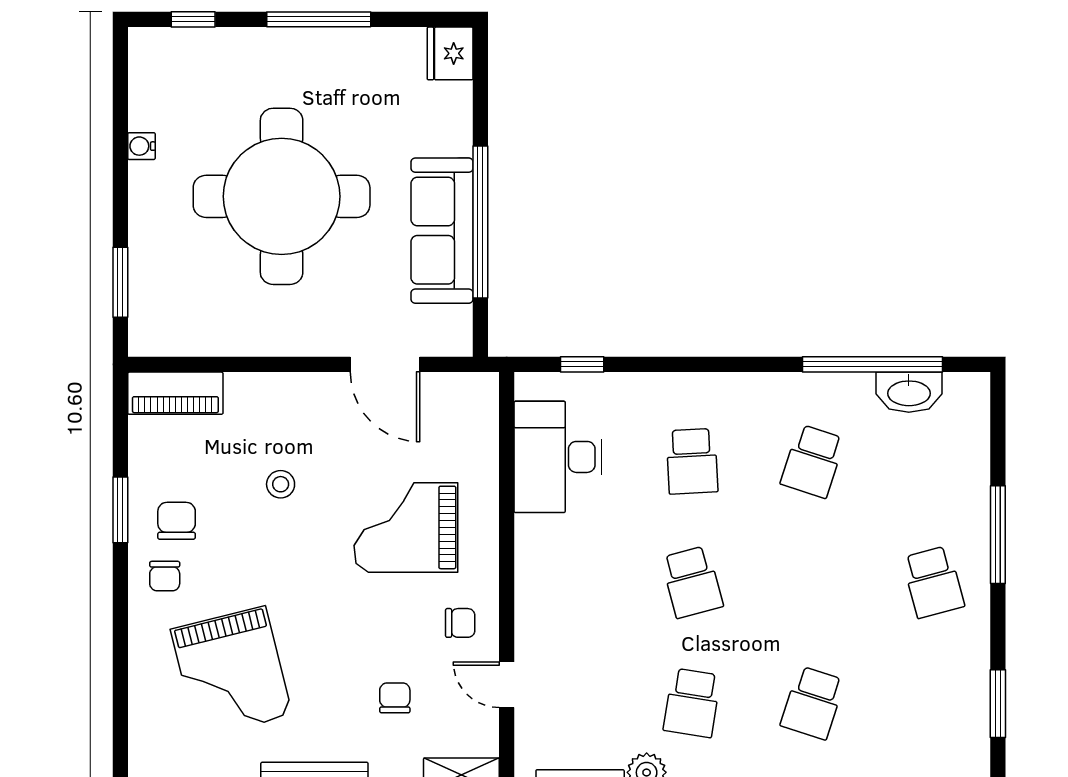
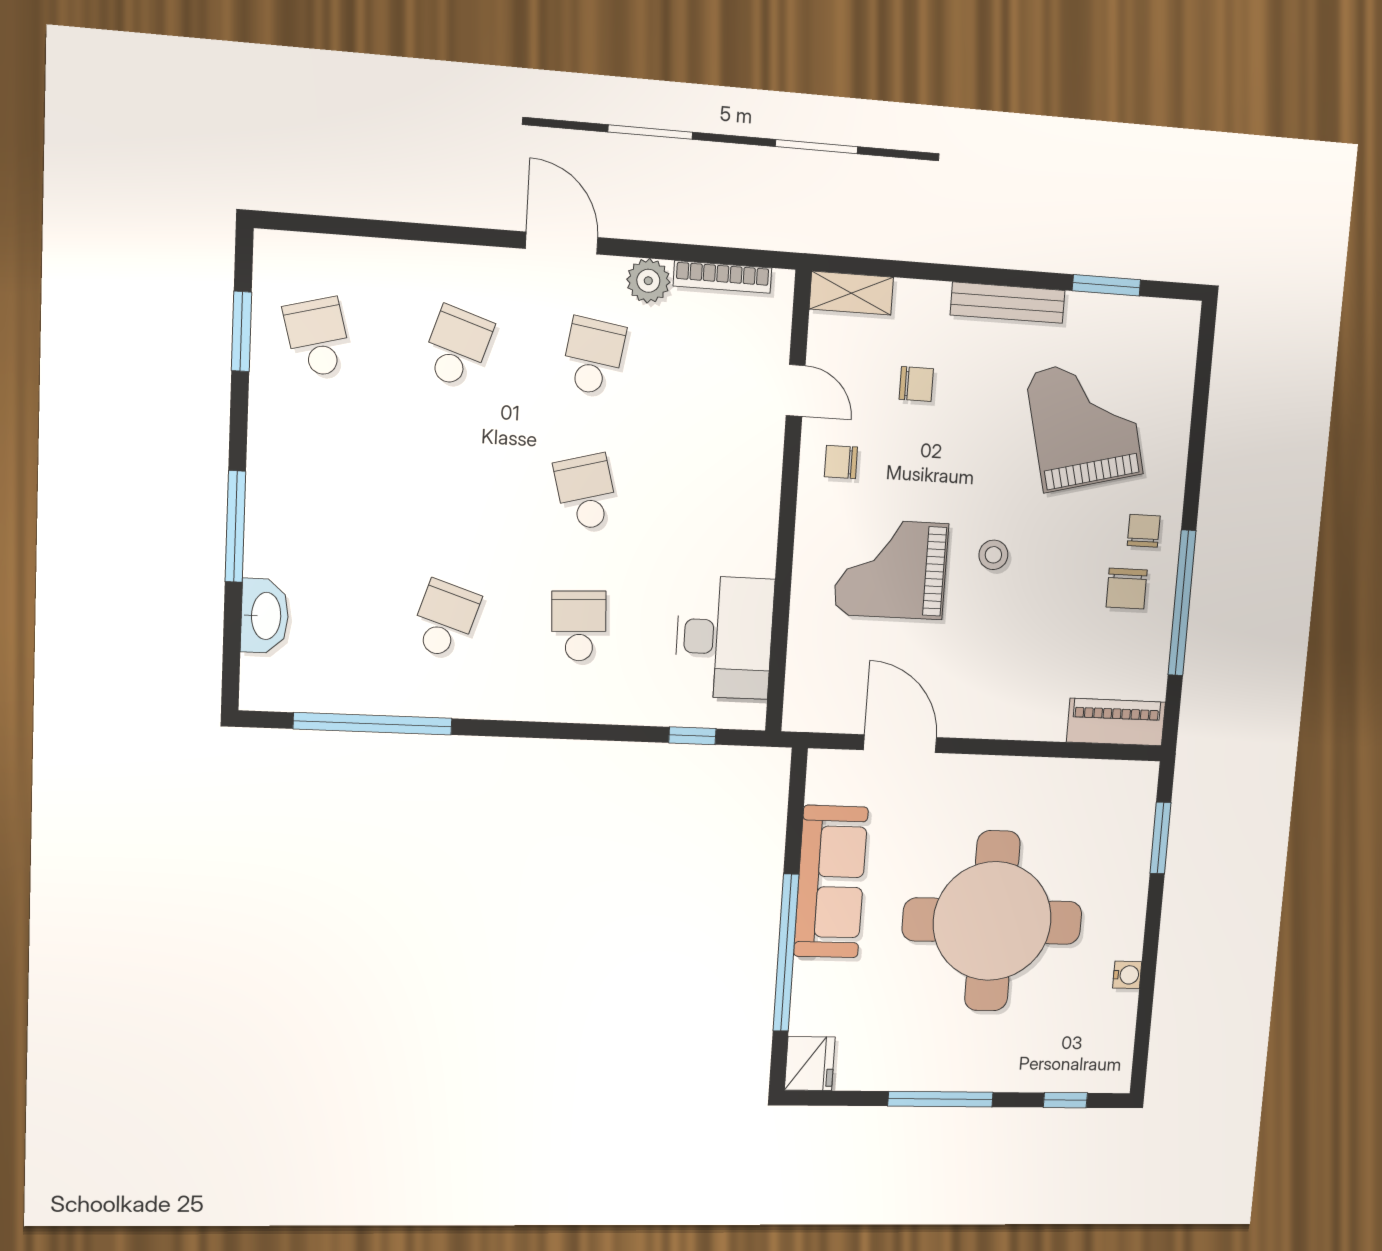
window: (480, 222) -> (786, 953), moved
washbasin: (909, 392) -> (265, 616), moved, turned 90
stool: (281, 484) -> (993, 555), moved
window: (120, 510) -> (1182, 603), width x2.11
grand piano: (406, 527) -> (891, 569), turned 180
school desk: (933, 582) -> (318, 338), moved
chair: (395, 698) -> (916, 384), turned -90

